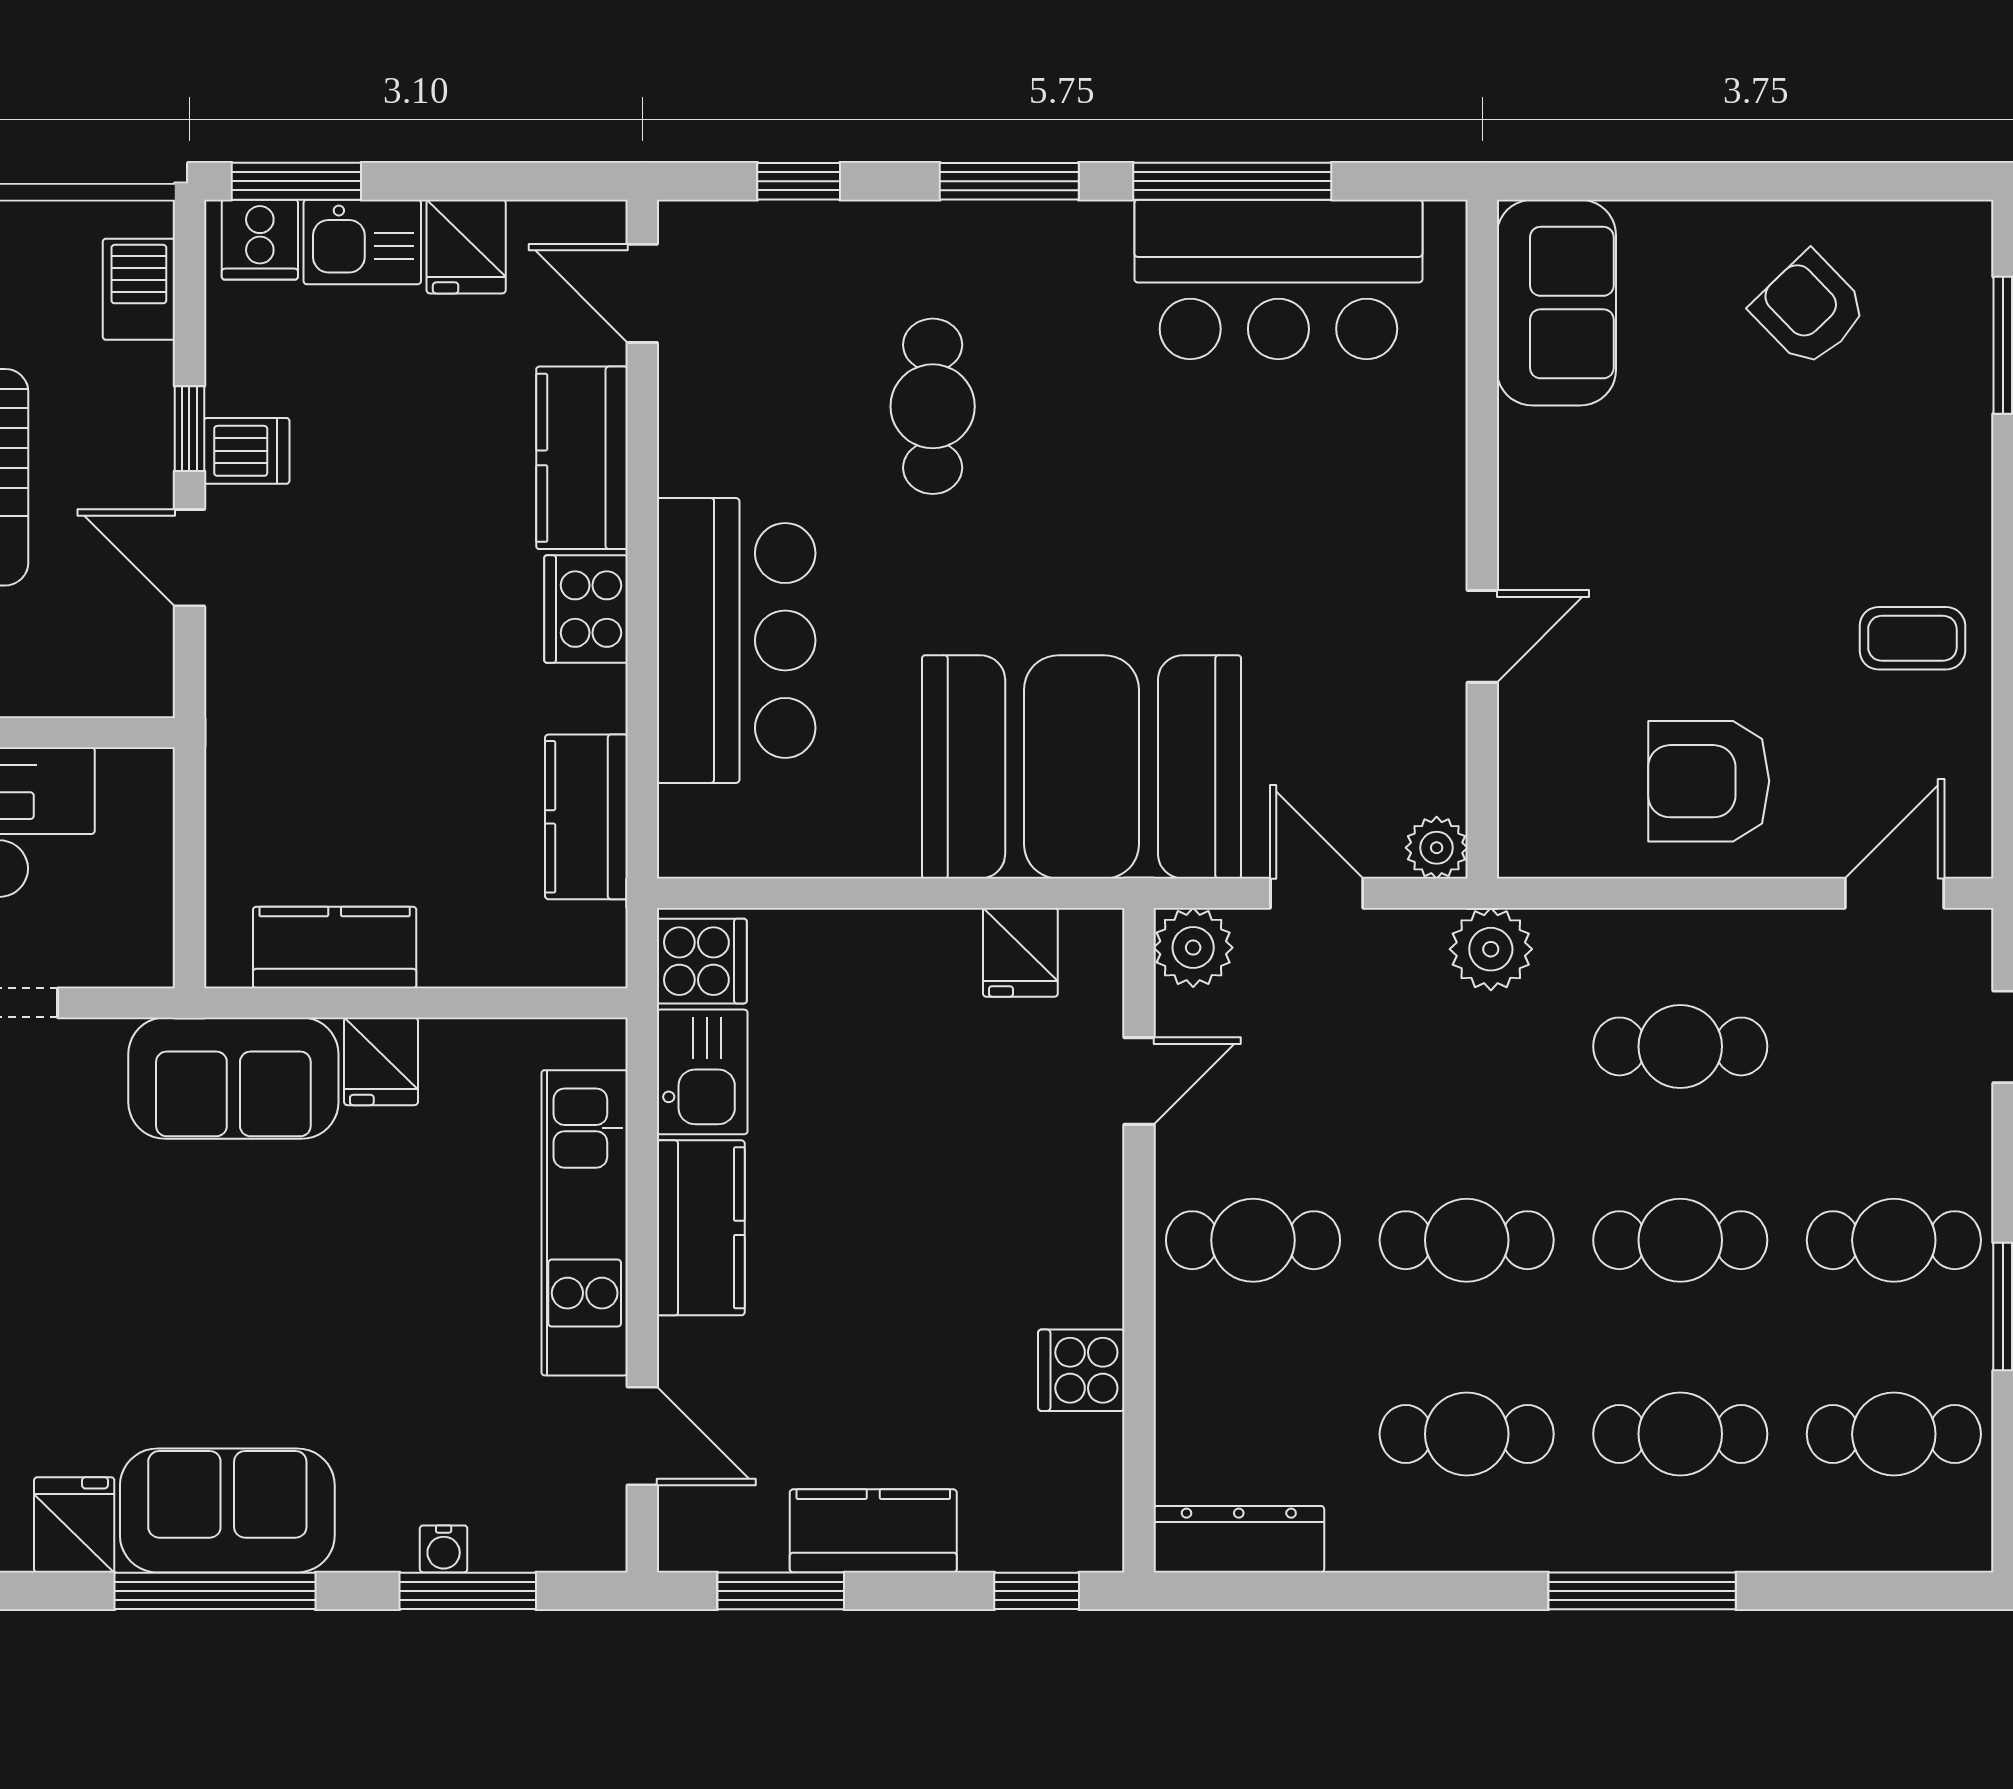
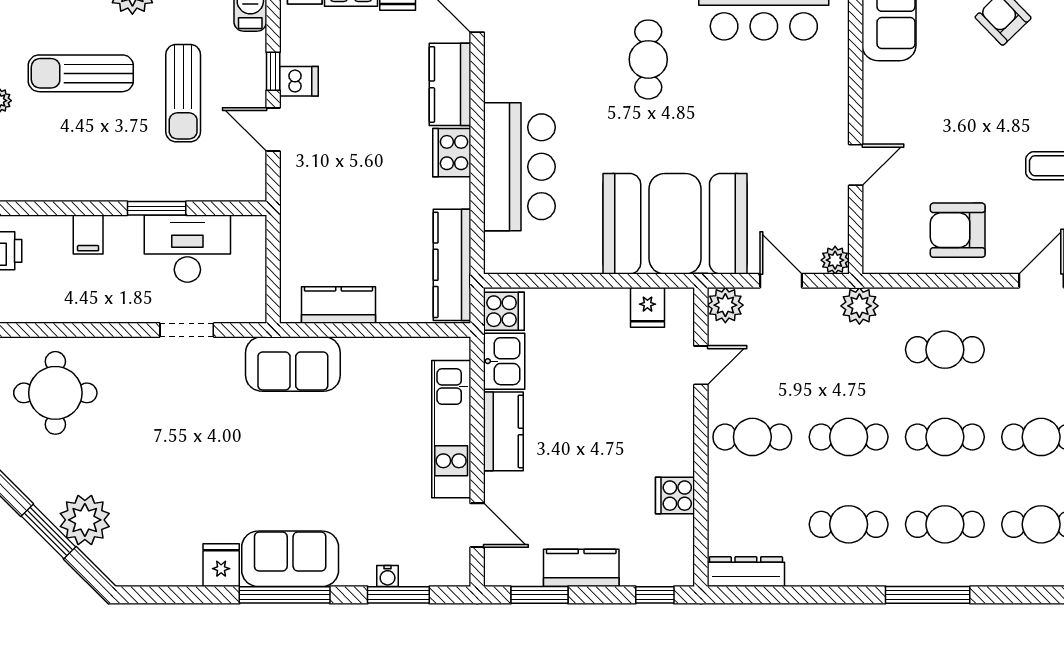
cafe table: (933, 406) -> (648, 59), moved
kitchen counter: (586, 817) -> (452, 265), width x1.50
fridge: (381, 1061) -> (359, 356), removed

